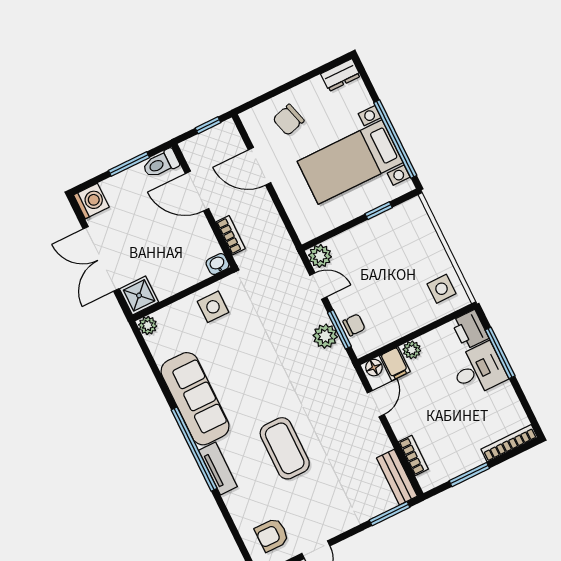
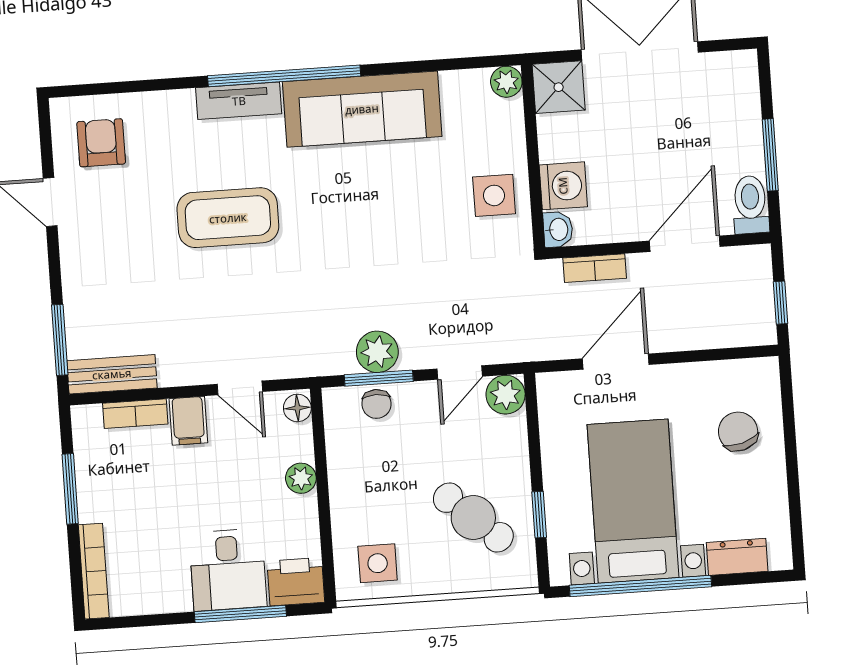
dresser: (341, 75) -> (737, 557), moved, turned 90
door: (259, 166) -> (616, 362), moved
washing machine: (91, 201) -> (563, 186), moved, turned -90
cafe table: (395, 246) -> (473, 517), added
filing cabinet: (395, 364) -> (188, 421), moved, turned -90

